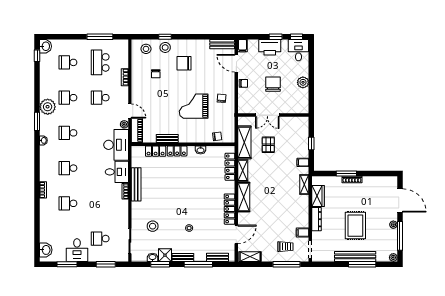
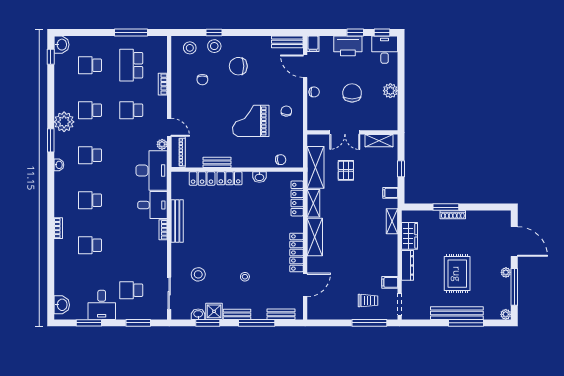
shelving: (250, 257) -> (379, 141), moved

